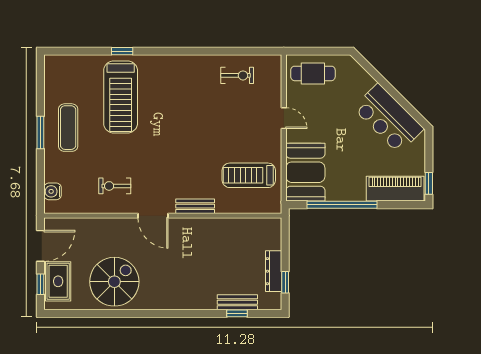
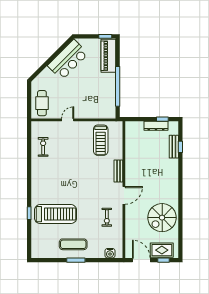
booth: (305, 172) -> (99, 108), removed
spiral stairs: (114, 282) -> (162, 218), turned -90

